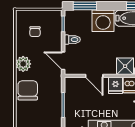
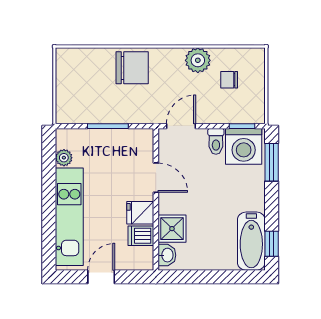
washing machine: (103, 21) -> (244, 146), moved, turned -90
plant: (23, 64) -> (198, 60), moved
door: (94, 76) -> (156, 178), swing flipped

